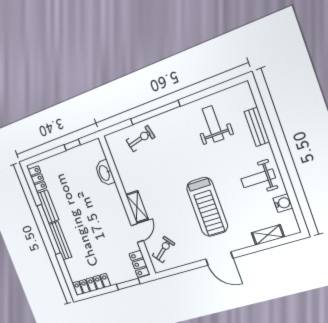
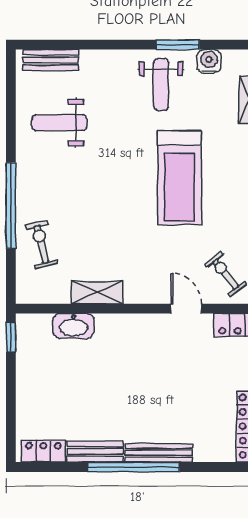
bench: (257, 127) -> (51, 60), moved
window: (72, 145) -> (11, 337), moved
window: (287, 181) -> (178, 45), added
shelving: (137, 207) -> (97, 292), moved
treadmill: (207, 207) -> (180, 178), turned 90

